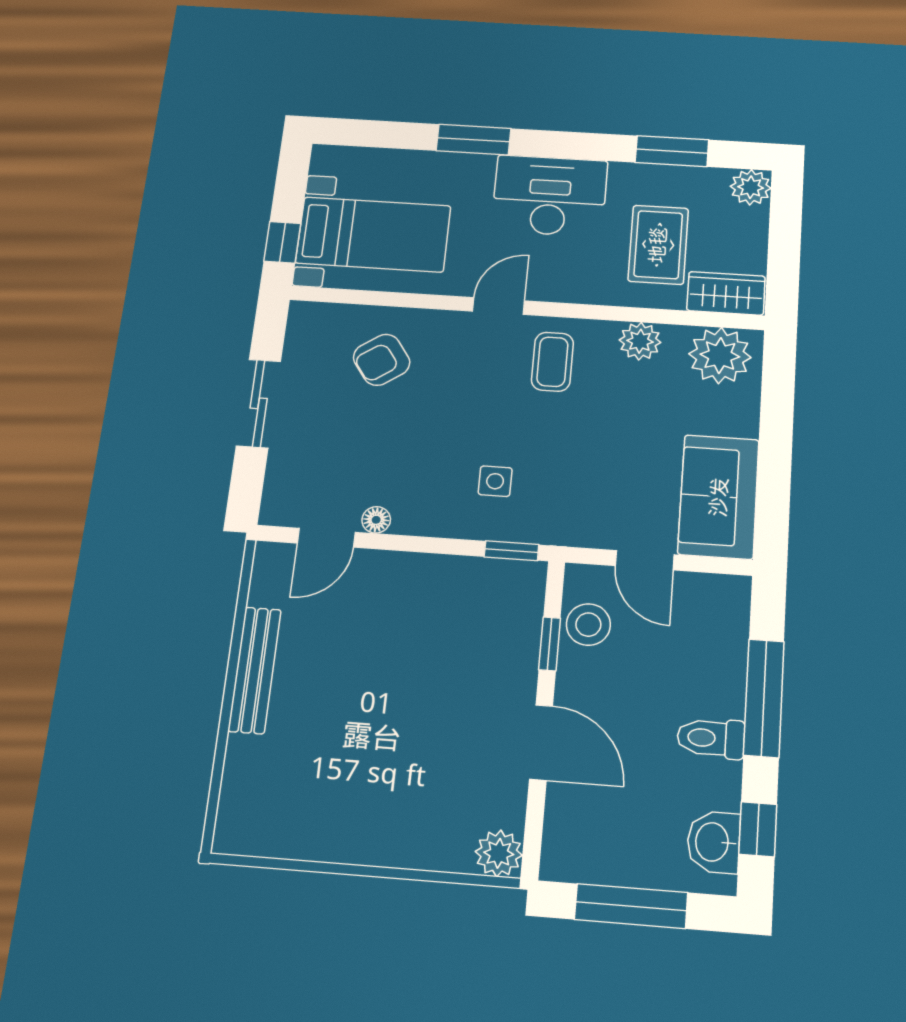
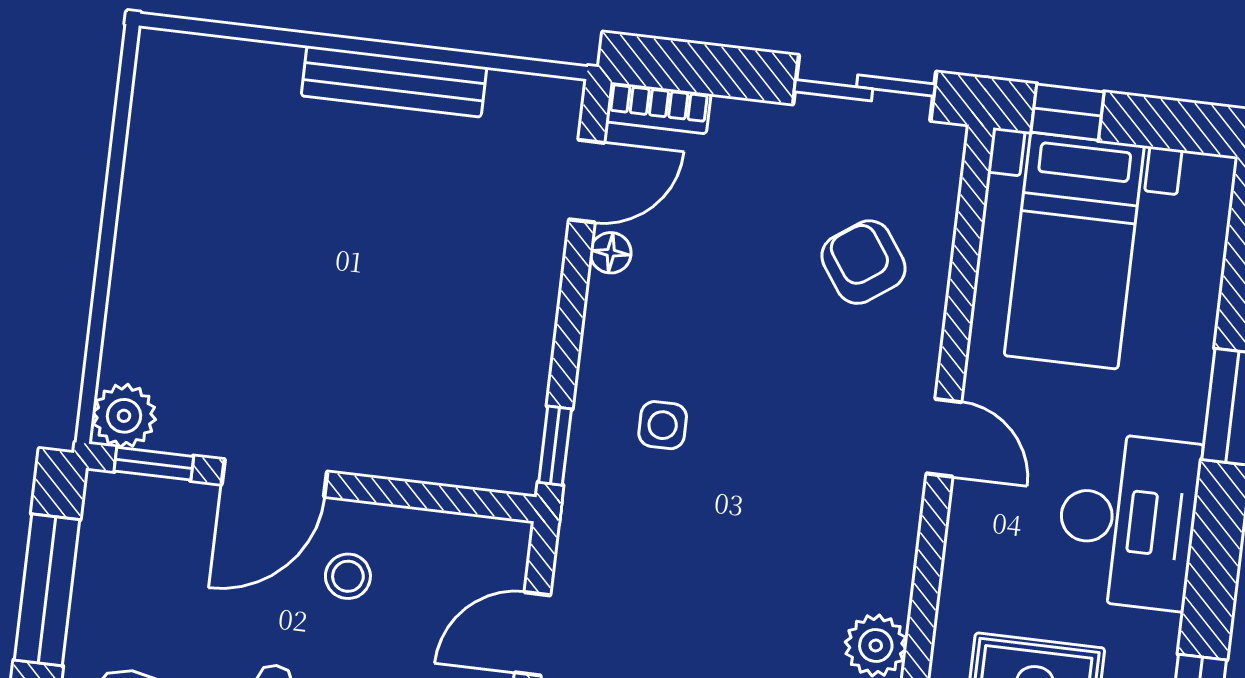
coffee table: (552, 362) -> (848, 515), removed
sliding door: (259, 403) -> (865, 88), moved
bookcase: (276, 493) -> (658, 108), added
door: (326, 538) -> (587, 181), swing flipped
stool: (588, 625) -> (348, 576), moved, width x0.73, depth x0.73
window: (550, 644) -> (154, 464), moved

